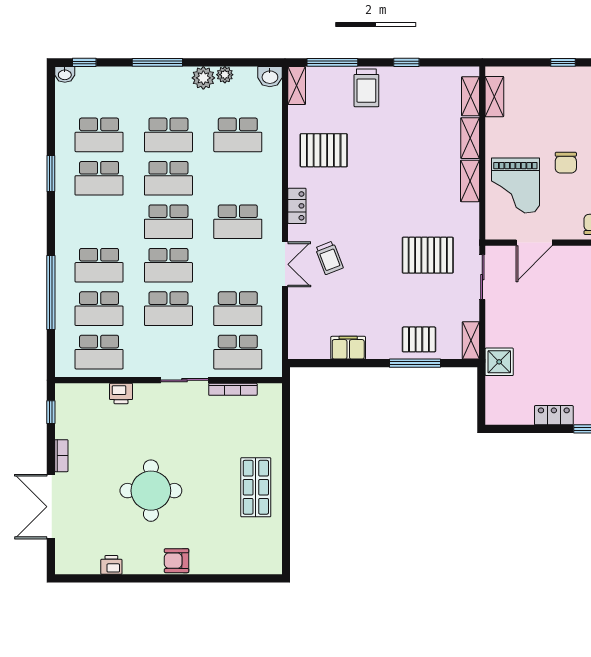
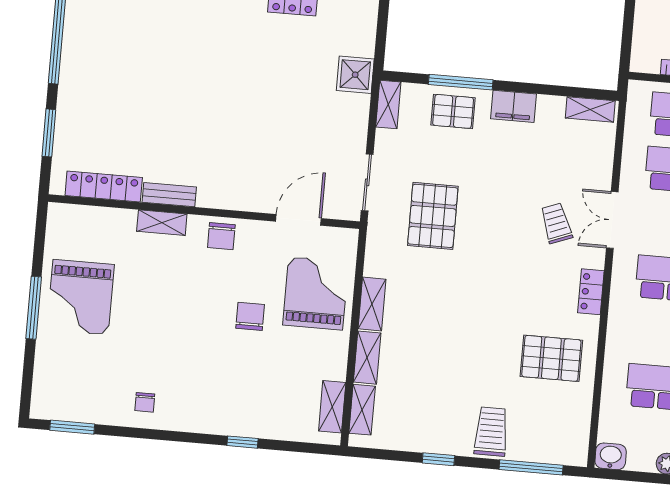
shelving: (297, 86) -> (590, 109), moved, turned 90
pallet: (428, 255) -> (433, 216), turned 90
filing cabinet: (348, 348) -> (513, 106), moved

